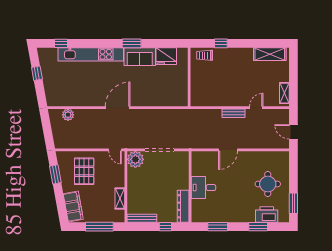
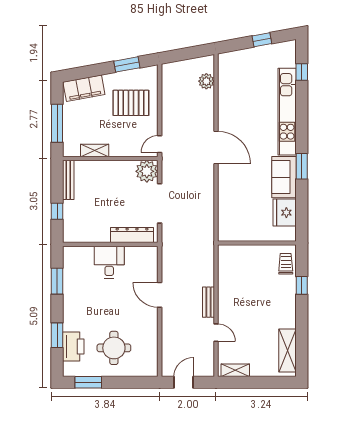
dresser: (183, 206) -> (132, 235), moved

